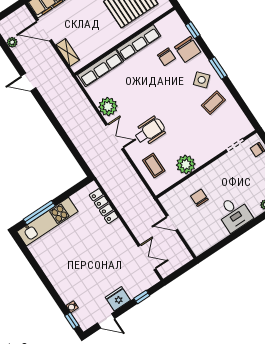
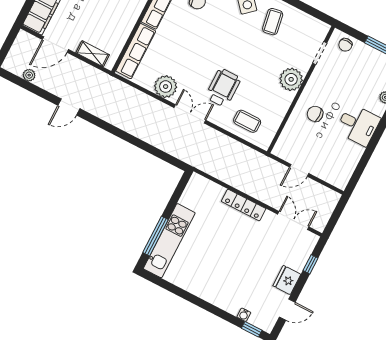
plant: (186, 164) -> (291, 79), moved
chair: (199, 198) -> (315, 114), moved
locker: (104, 206) -> (244, 205), moved

